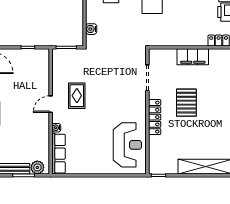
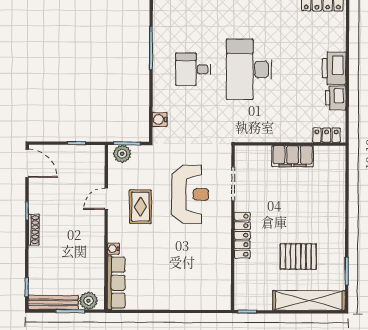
plant: (63, 55) -> (122, 154), added
pallet: (186, 103) -> (298, 256), moved, turned 90
door: (51, 104) -> (106, 199), moved
reception desk: (127, 145) -> (190, 194), moved

